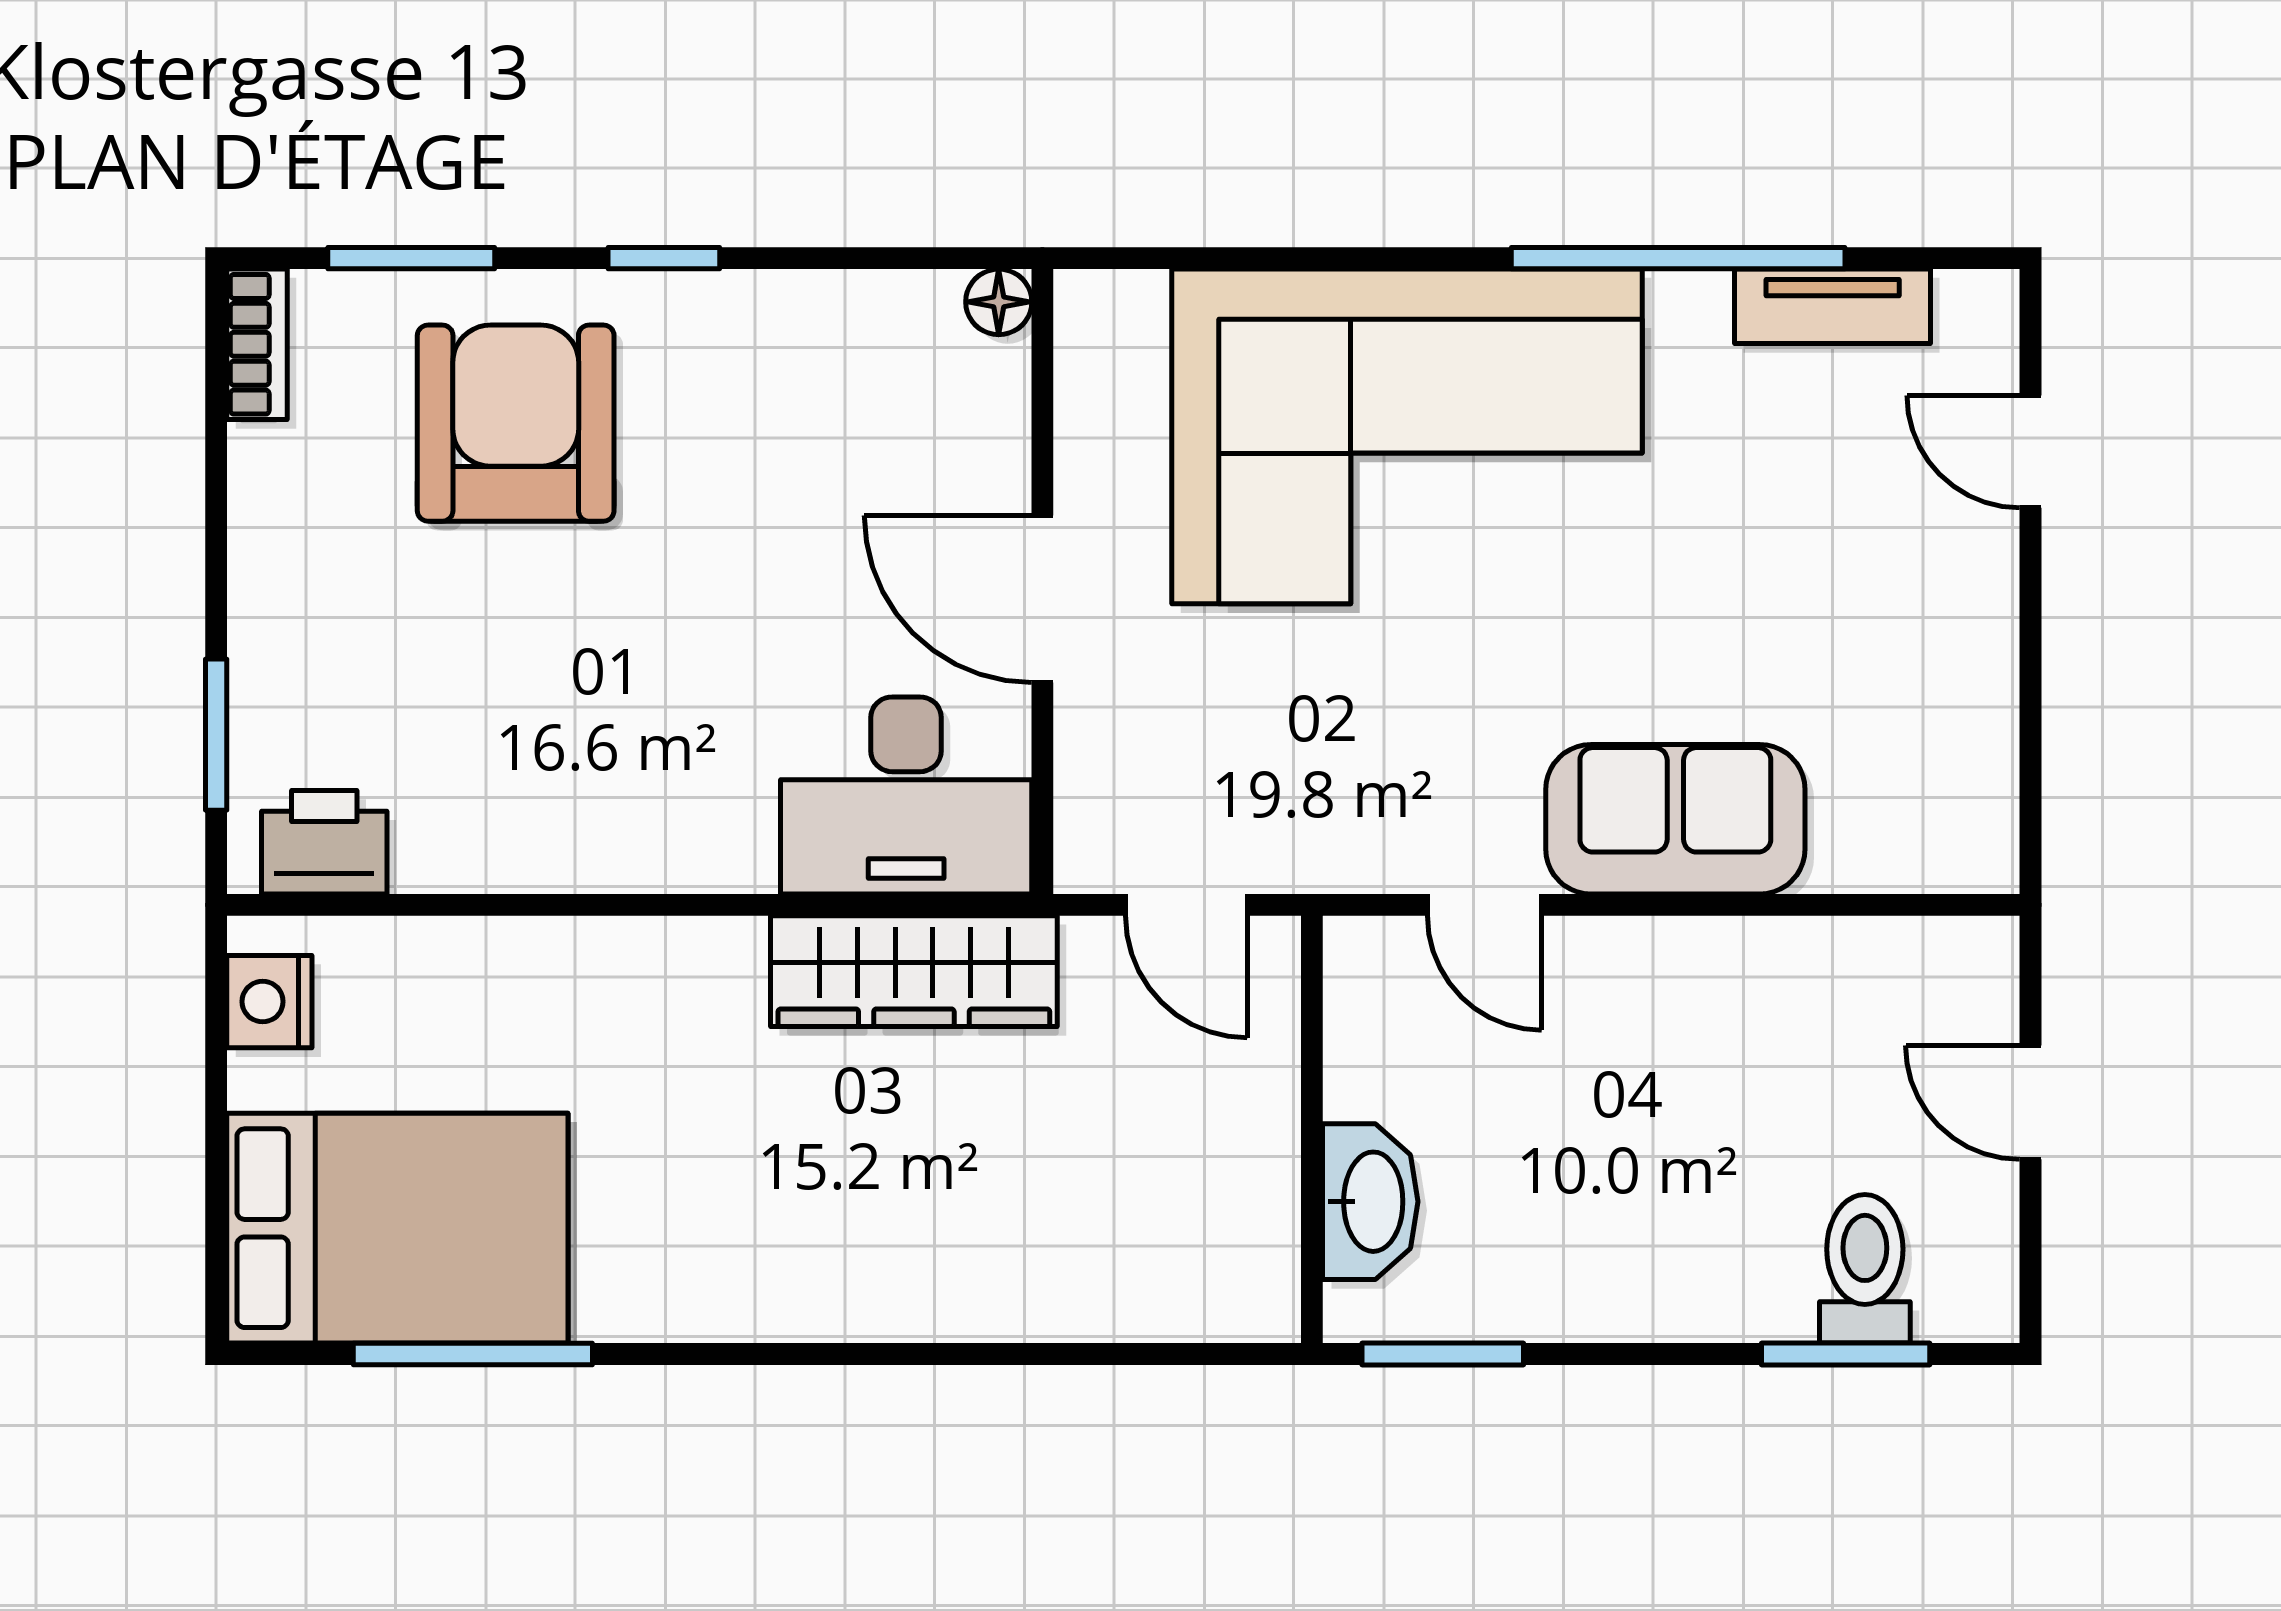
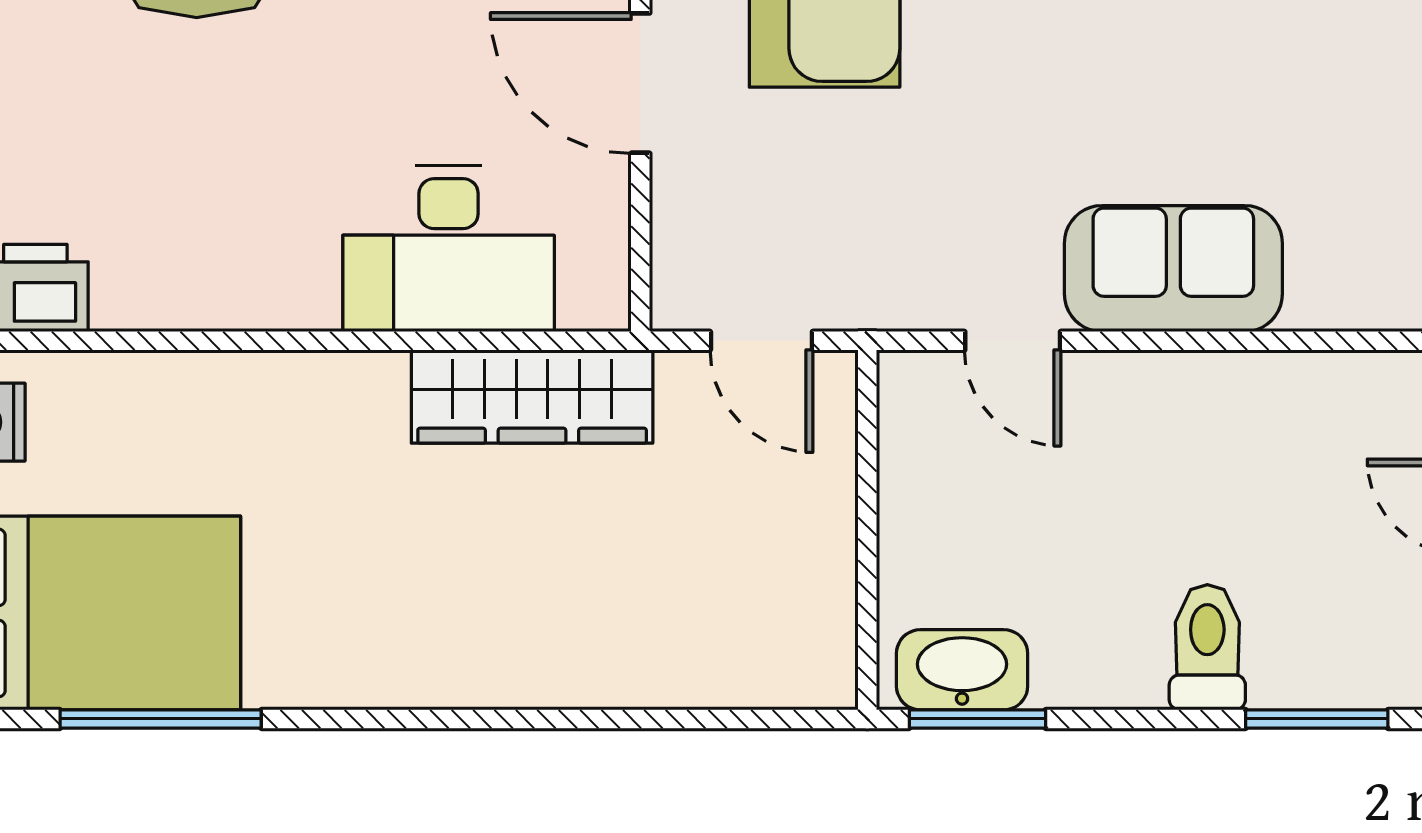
desk: (906, 795) -> (449, 249), moved
washbasin: (1370, 1202) -> (962, 670), moved, turned -90
toilet: (1865, 1269) -> (1207, 647), moved

